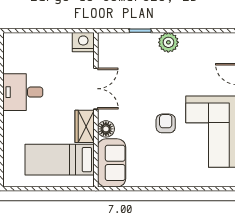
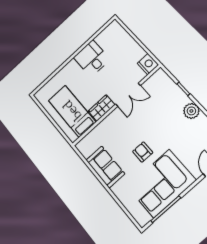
armchair: (166, 123) -> (143, 152), turned -90
floor lamp: (106, 129) -> (110, 121), removed
sofa: (112, 163) -> (105, 167), moved, turned -90

